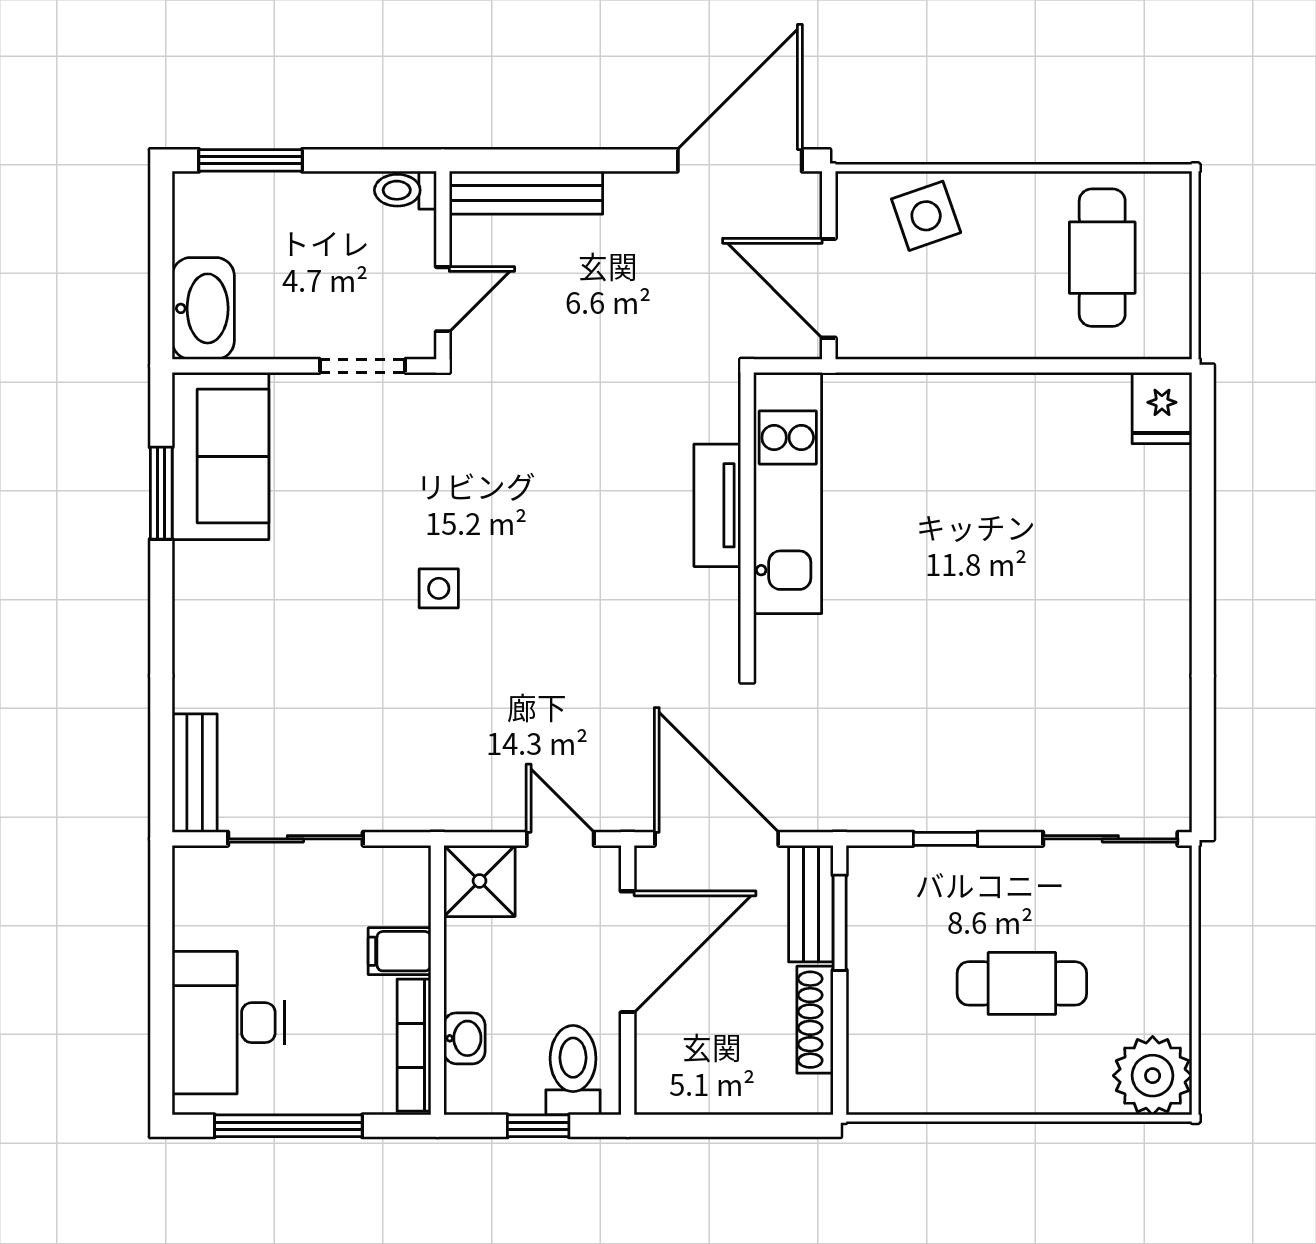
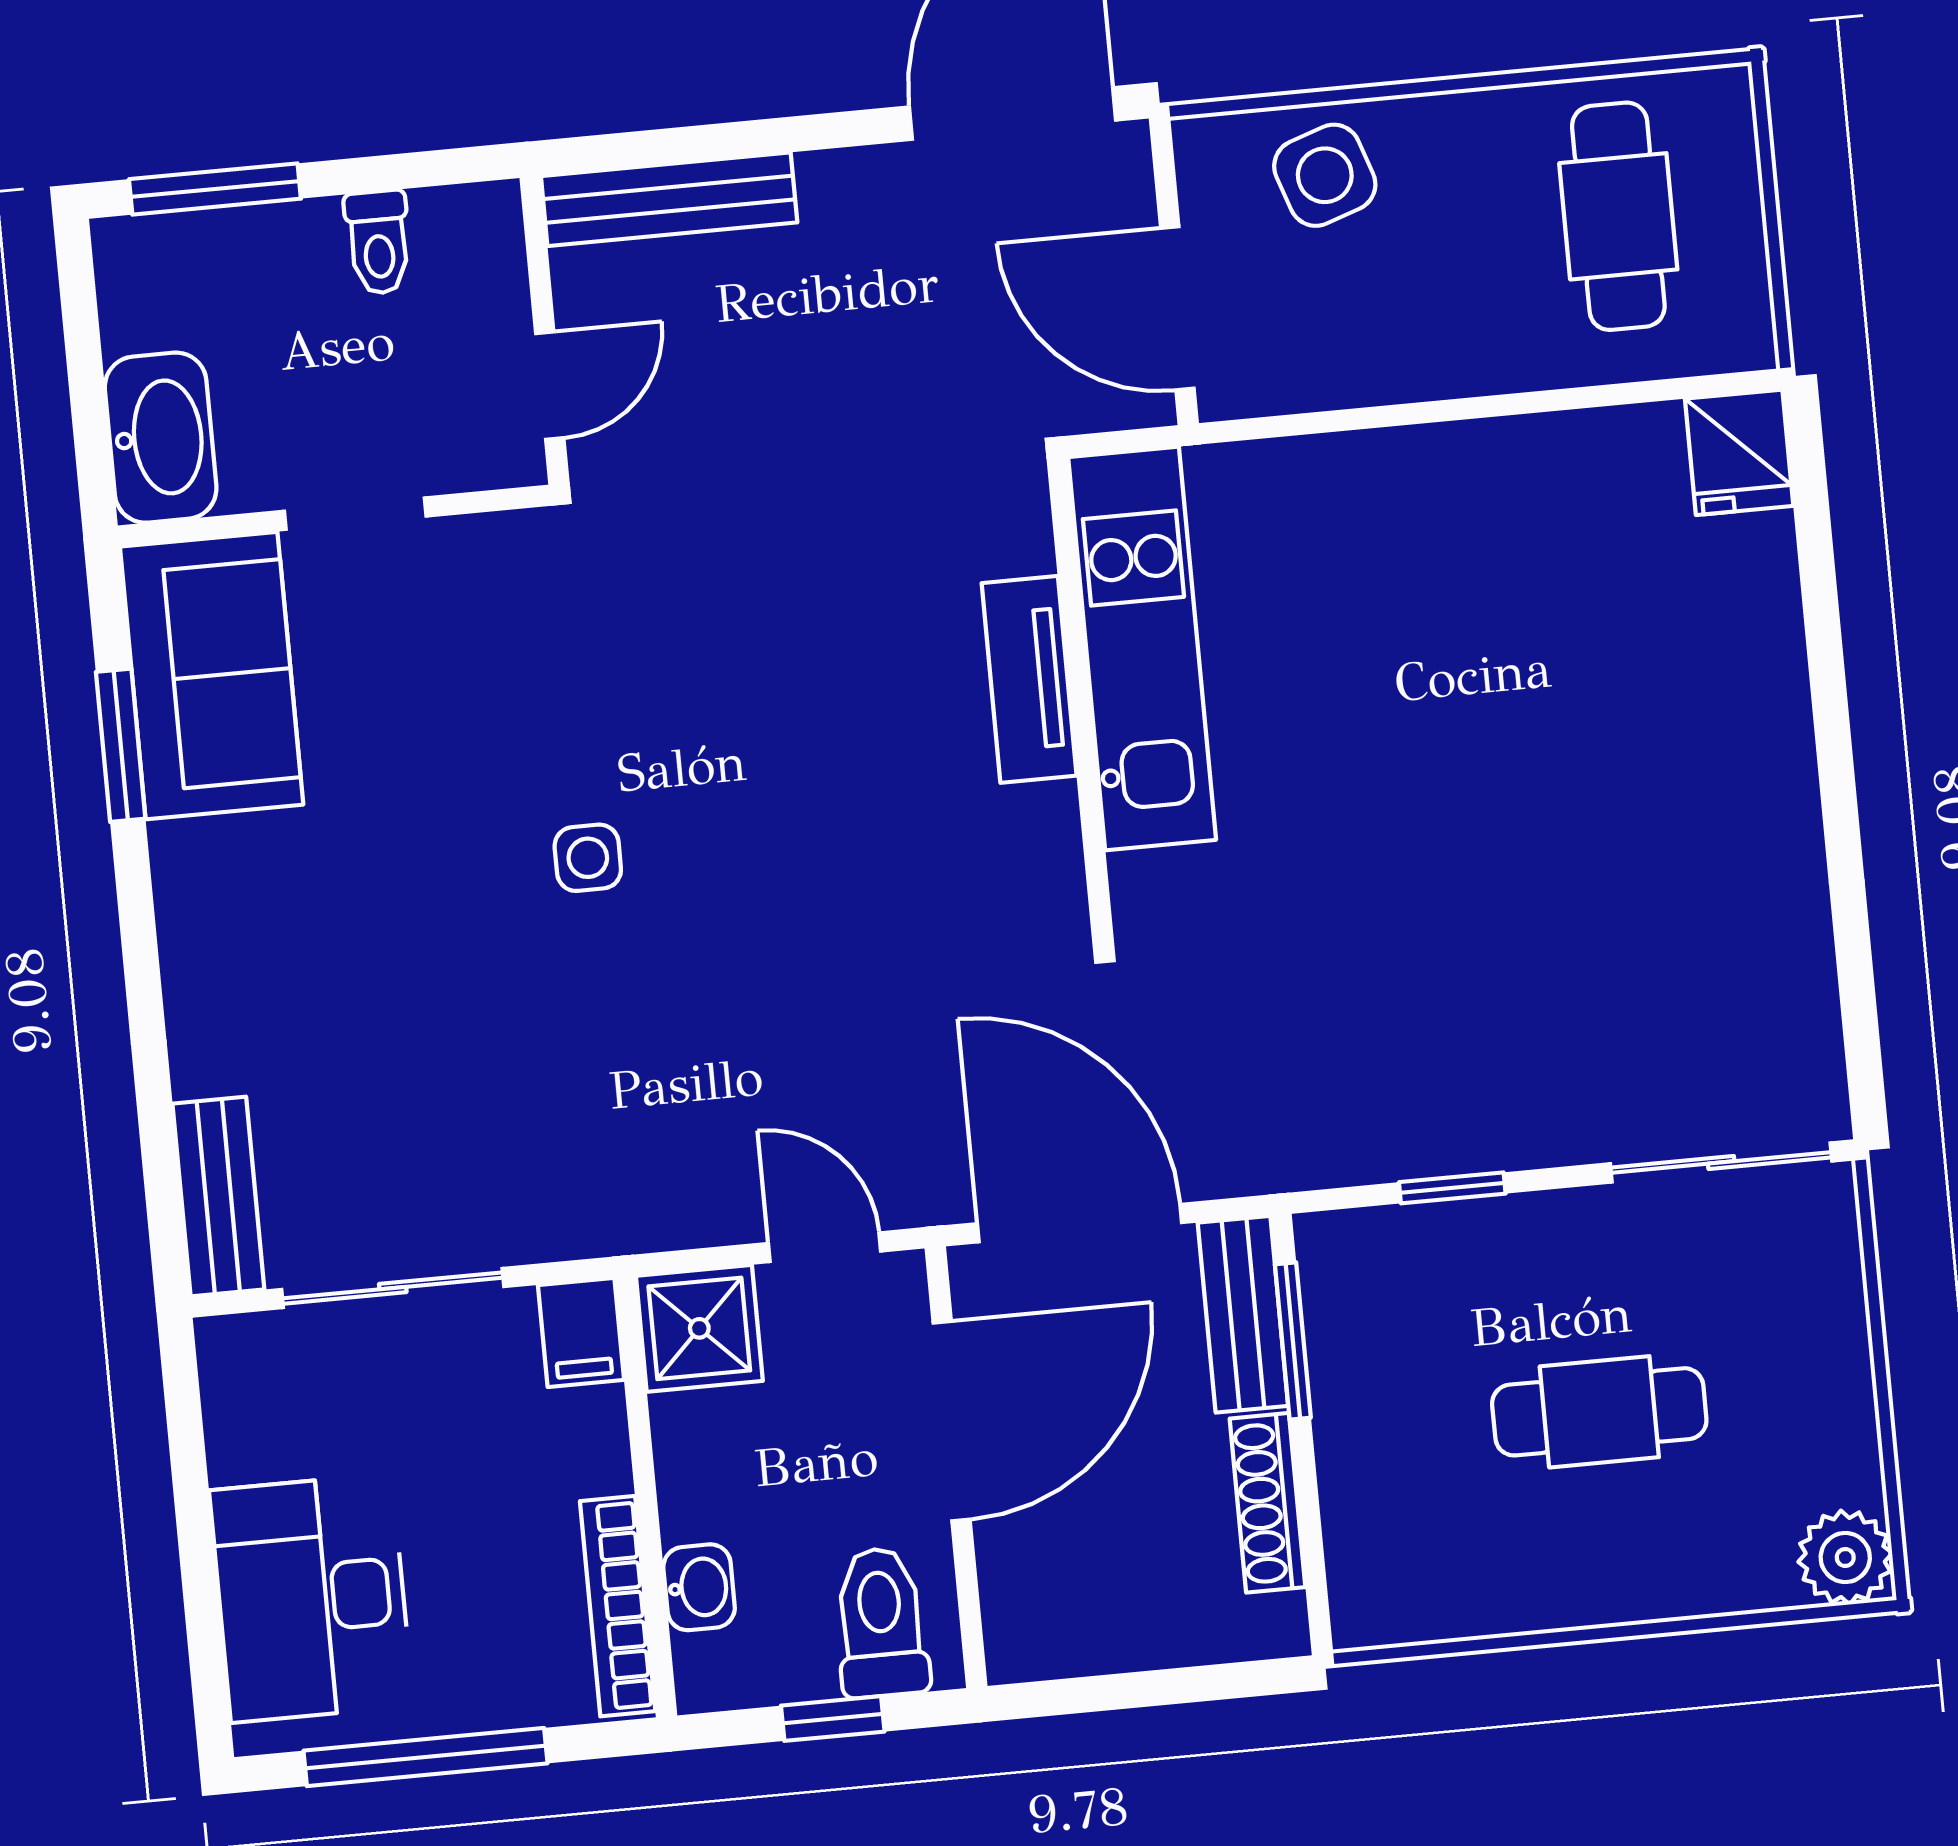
toilet: (405, 190) -> (378, 242), moved, turned -90
doorway: (363, 366) -> (355, 514), moved
filing cabinet: (400, 951) -> (581, 1332), moved, turned -90
plant: (1153, 1076) -> (1845, 1557), width x0.73, depth x0.73

